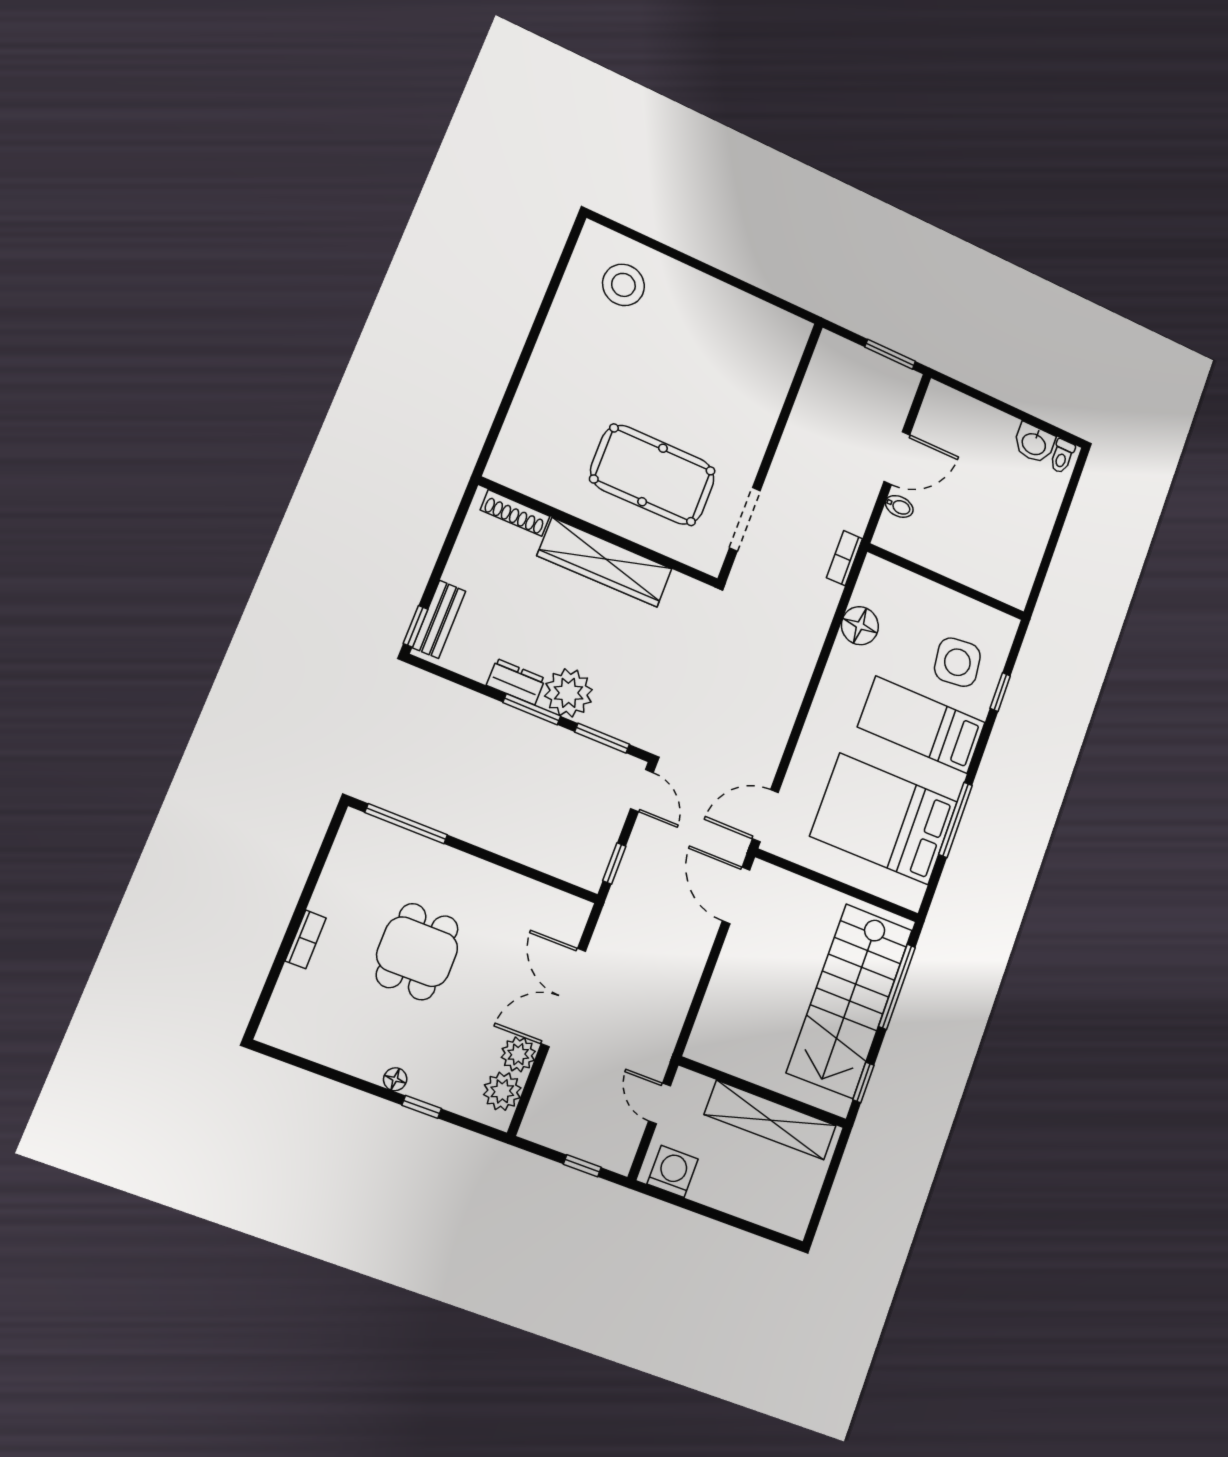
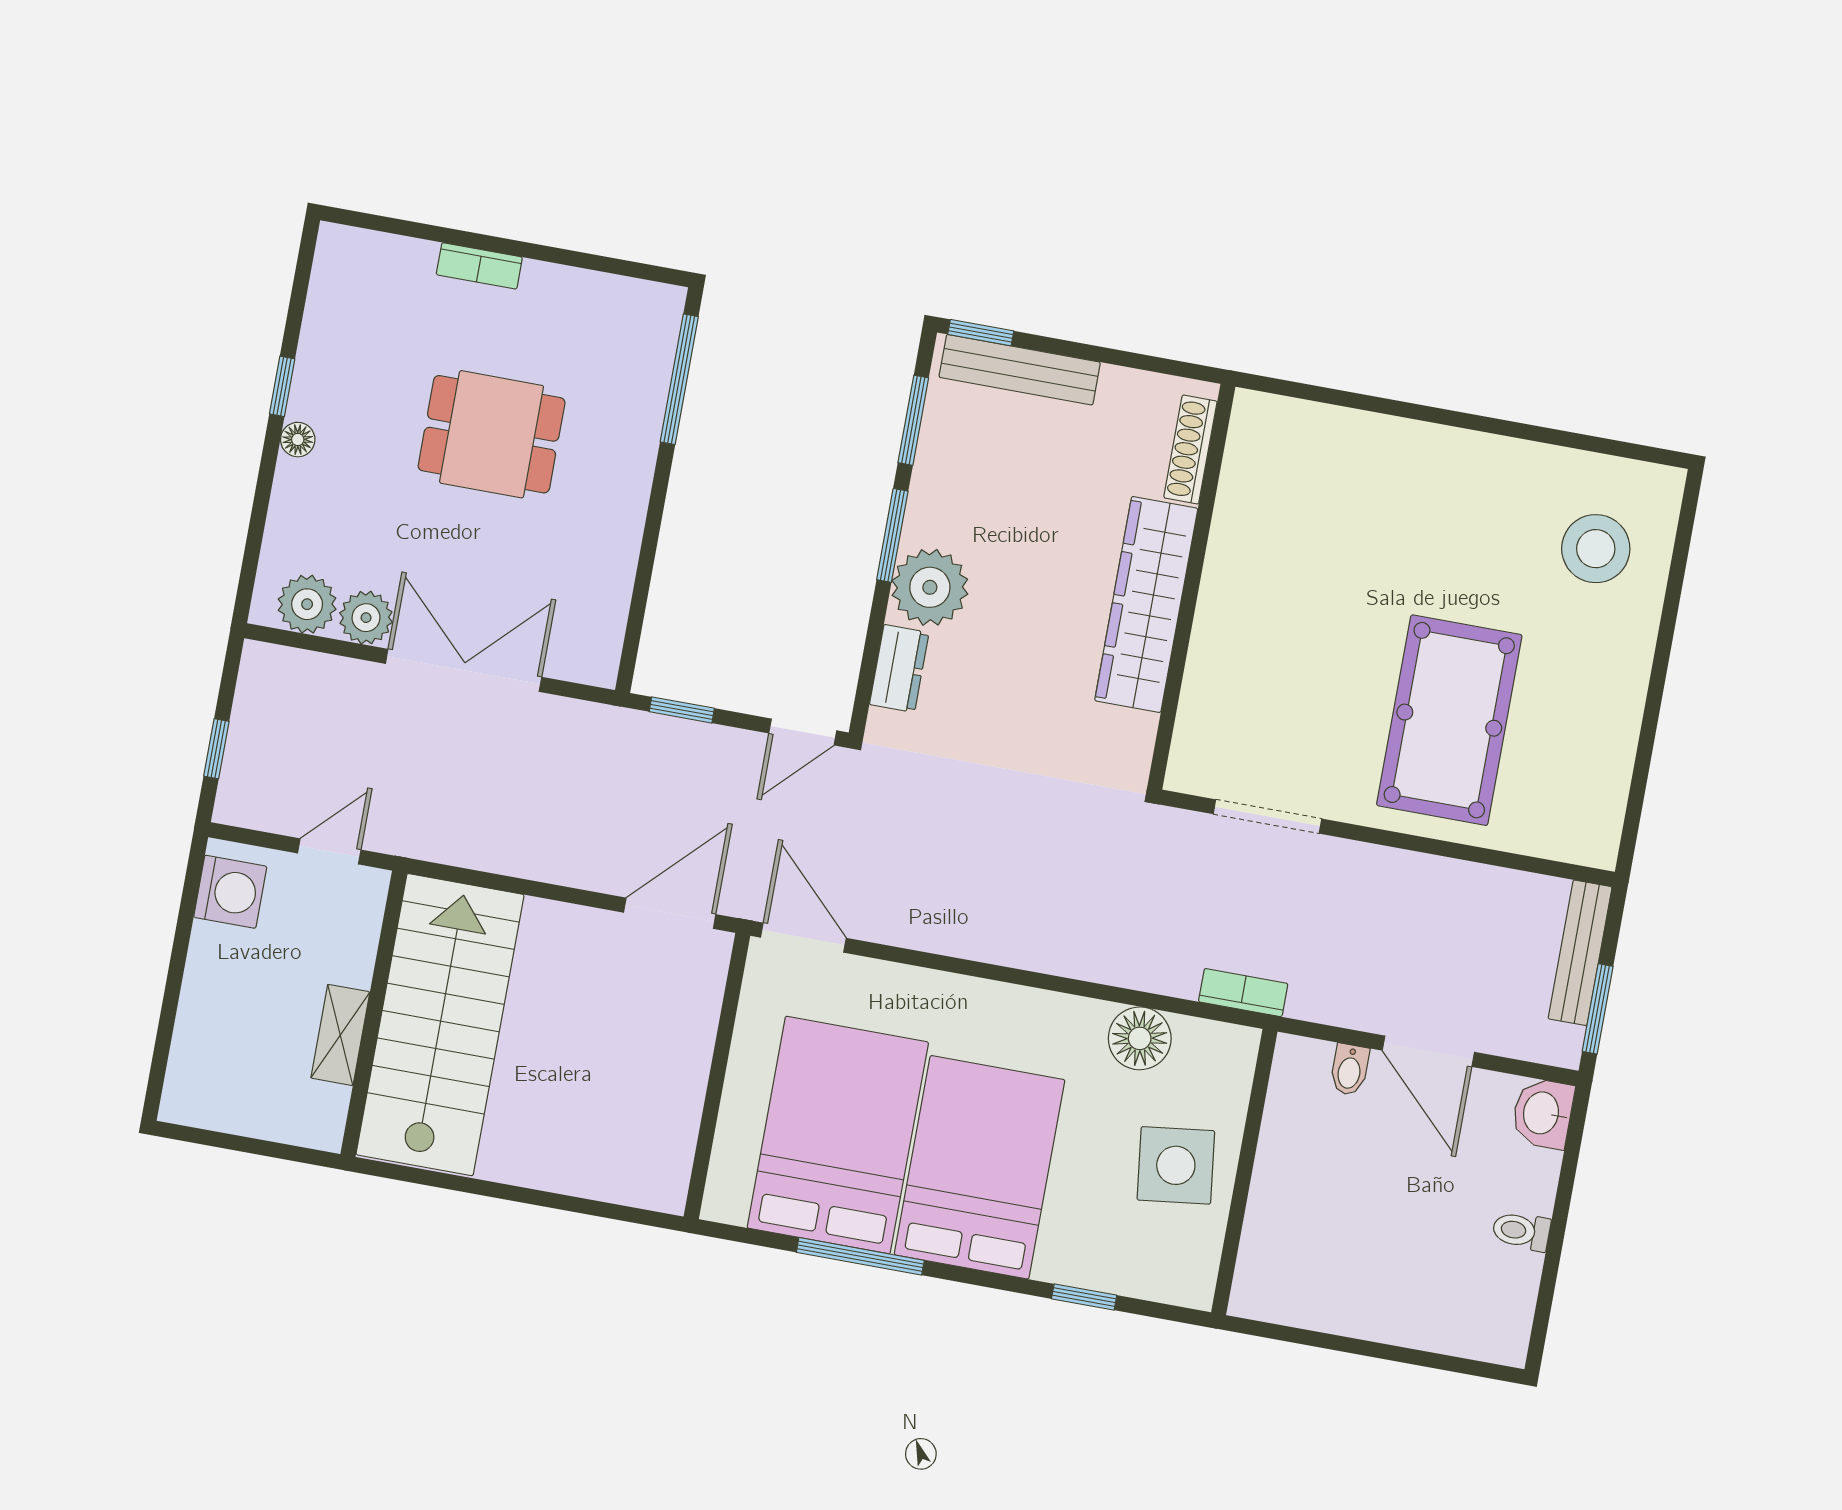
bench: (857, 356) -> (1580, 953), added
washbasin: (1034, 443) -> (1543, 1113), moved
toilet: (1062, 456) -> (1521, 1231), moved
pool table: (653, 475) -> (1449, 720), moved
bench: (439, 619) -> (1020, 370), width x1.36
side table: (957, 662) -> (1176, 1165), moved
dresser: (516, 682) -> (899, 669), moved
bed: (922, 725) -> (980, 1167), width x1.50
window: (602, 738) -> (913, 420), moved
window: (897, 987) -> (576, 1205), removed
stairs: (850, 1001) -> (440, 1025), moved, turned 90
window: (863, 1083) -> (416, 1176), removed
window: (422, 1107) -> (282, 386), moved
shelving: (770, 1120) -> (340, 1035), width x0.45, depth x0.75

